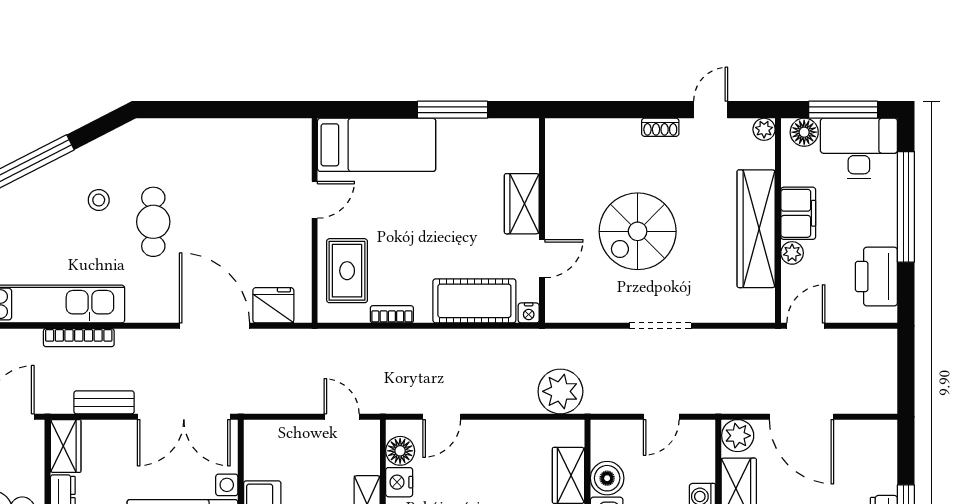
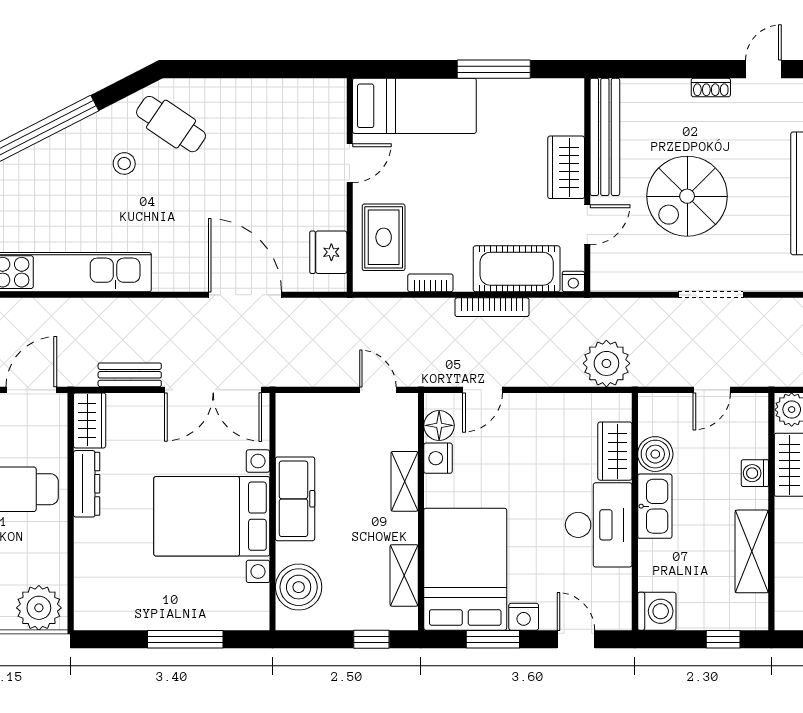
bench: (559, 175) -> (605, 137), added
cafe table: (153, 222) -> (171, 124), moved, turned -56
fridge: (273, 305) -> (328, 252), moved, turned -90
bookcase: (79, 338) -> (492, 307), moved

